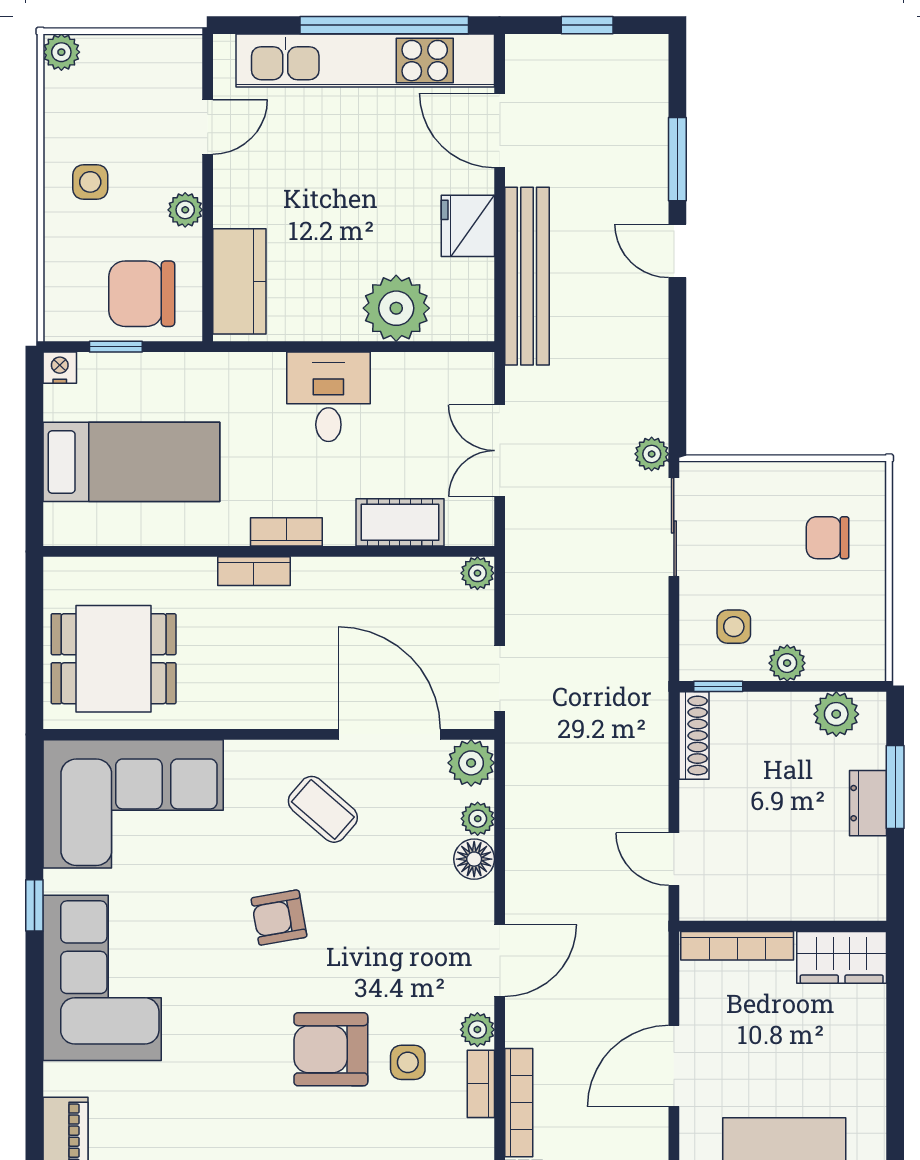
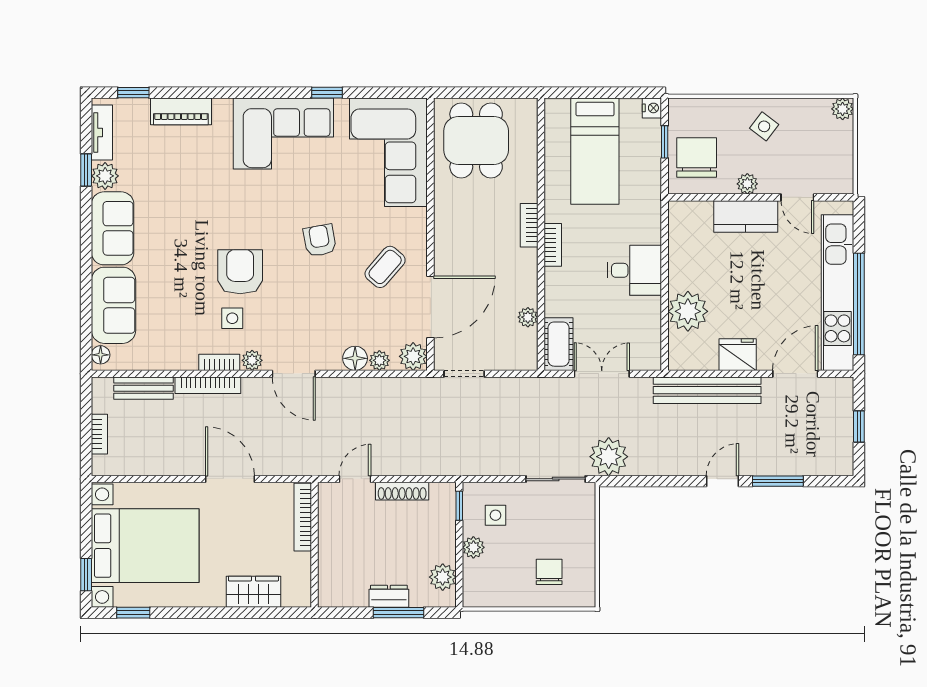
side table: (90, 182) -> (764, 126), turned 37
kitchen counter: (239, 281) -> (746, 216), moved
plant: (652, 454) -> (609, 457), width x1.88, depth x1.88
cot: (400, 522) -> (558, 344), moved
plant: (477, 573) -> (528, 317), moved
shoe rack: (694, 736) -> (402, 491), moved
wardrobe: (842, 957) -> (253, 592), moved, turned 90

